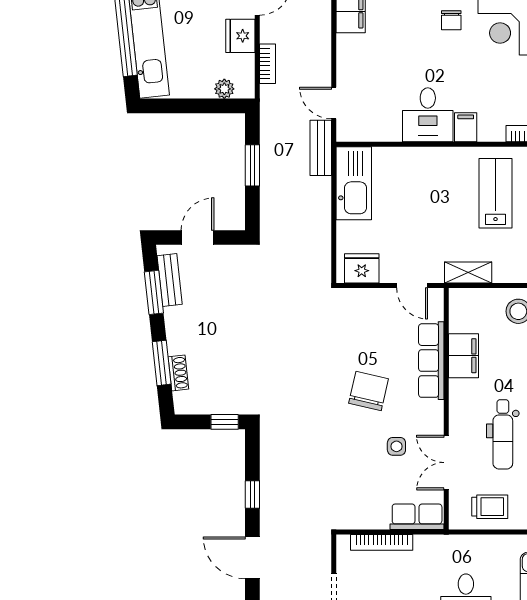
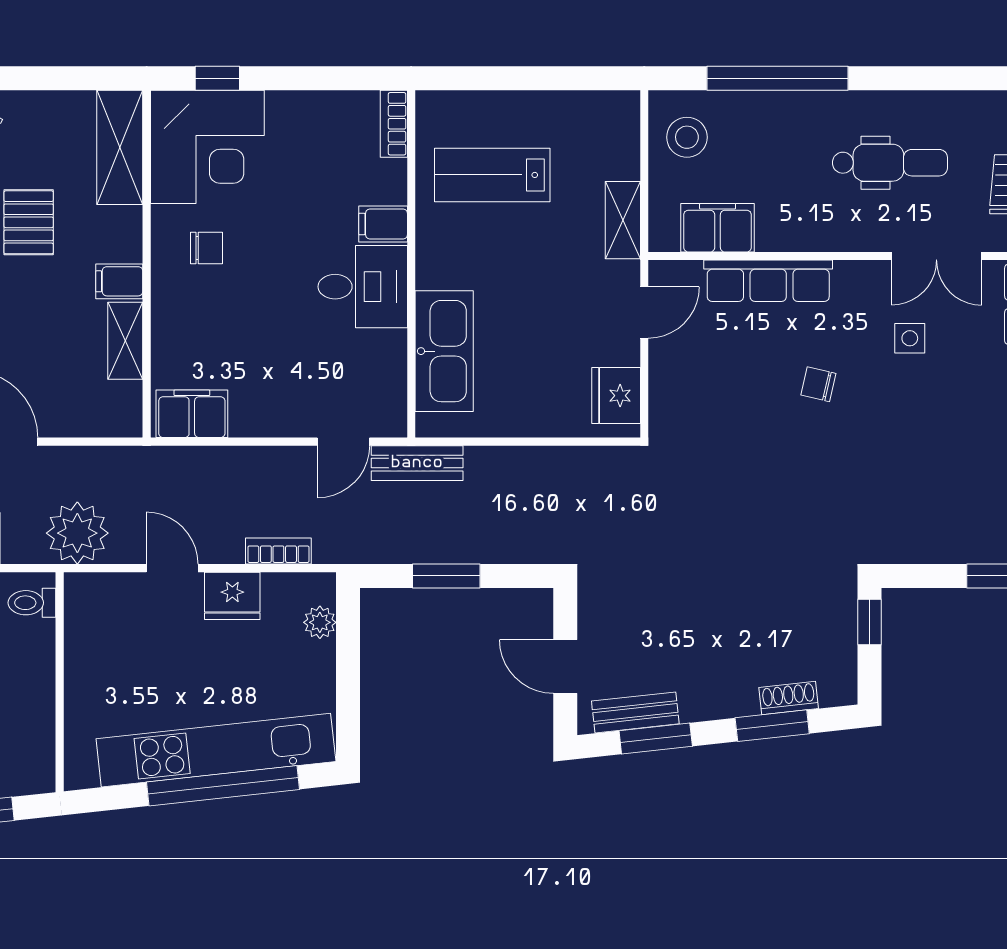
kitchen sink: (354, 183) -> (444, 351), moved, turned 90
filing cabinet: (463, 356) -> (718, 228), moved
chair: (369, 391) -> (818, 384), width x0.54, depth x0.54

